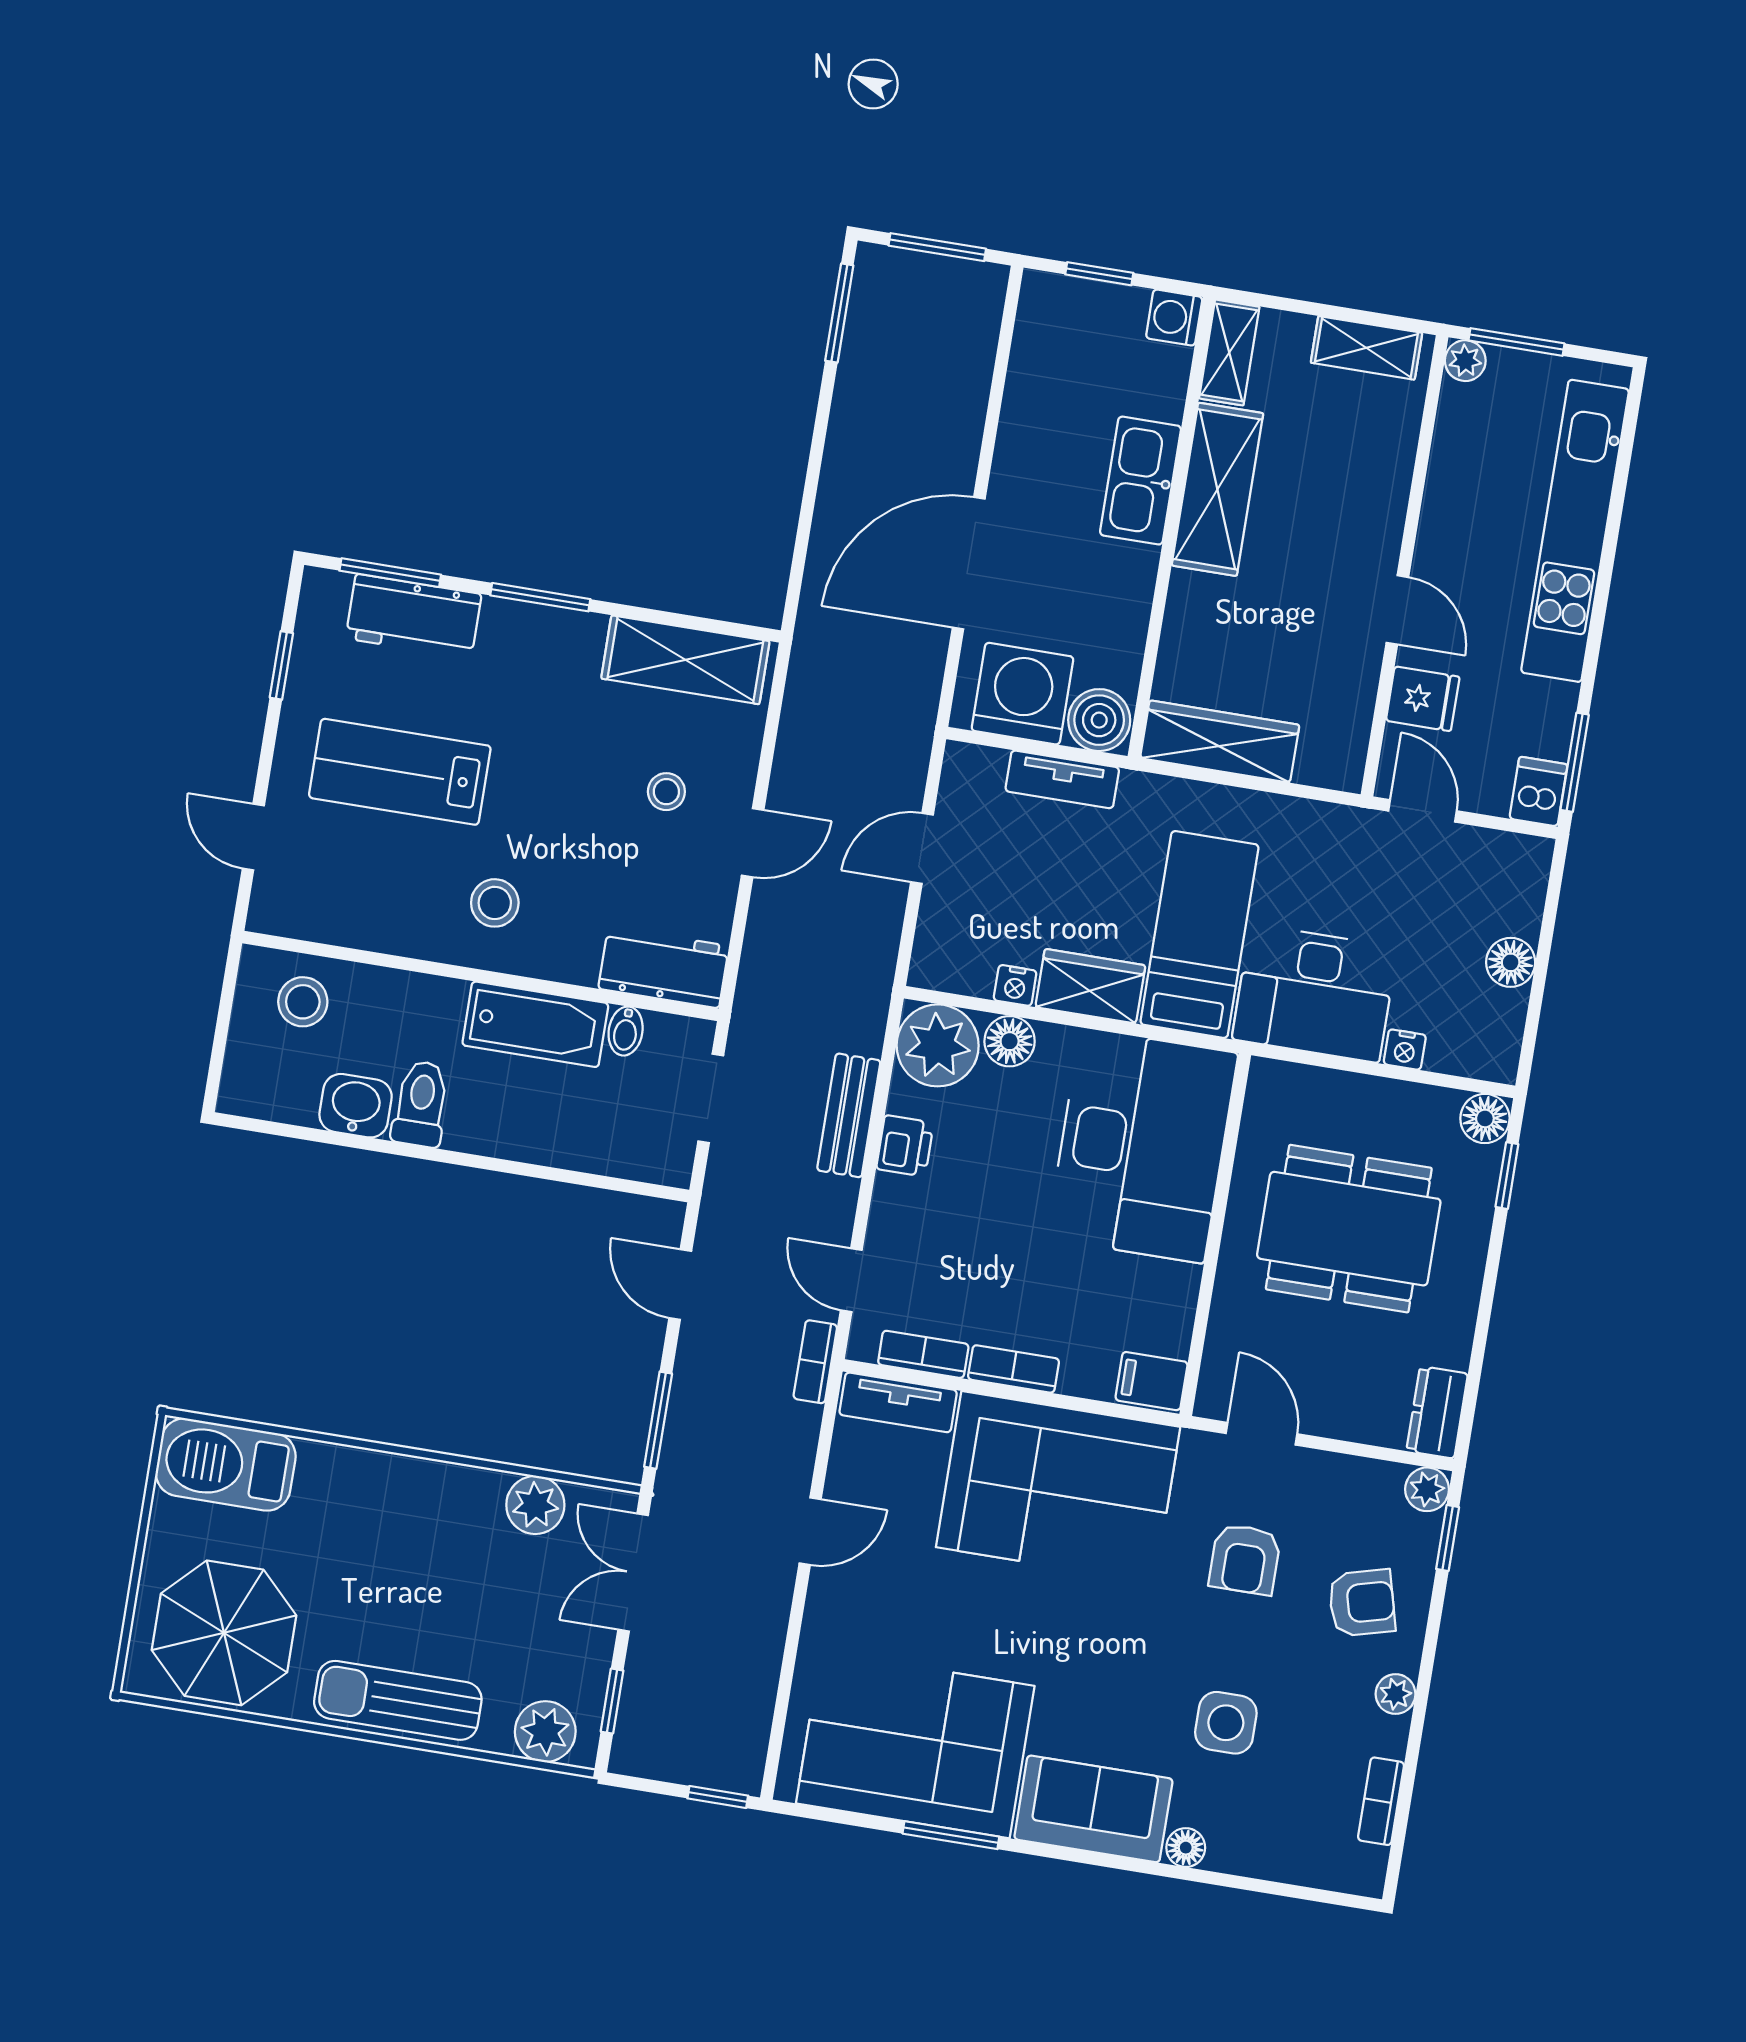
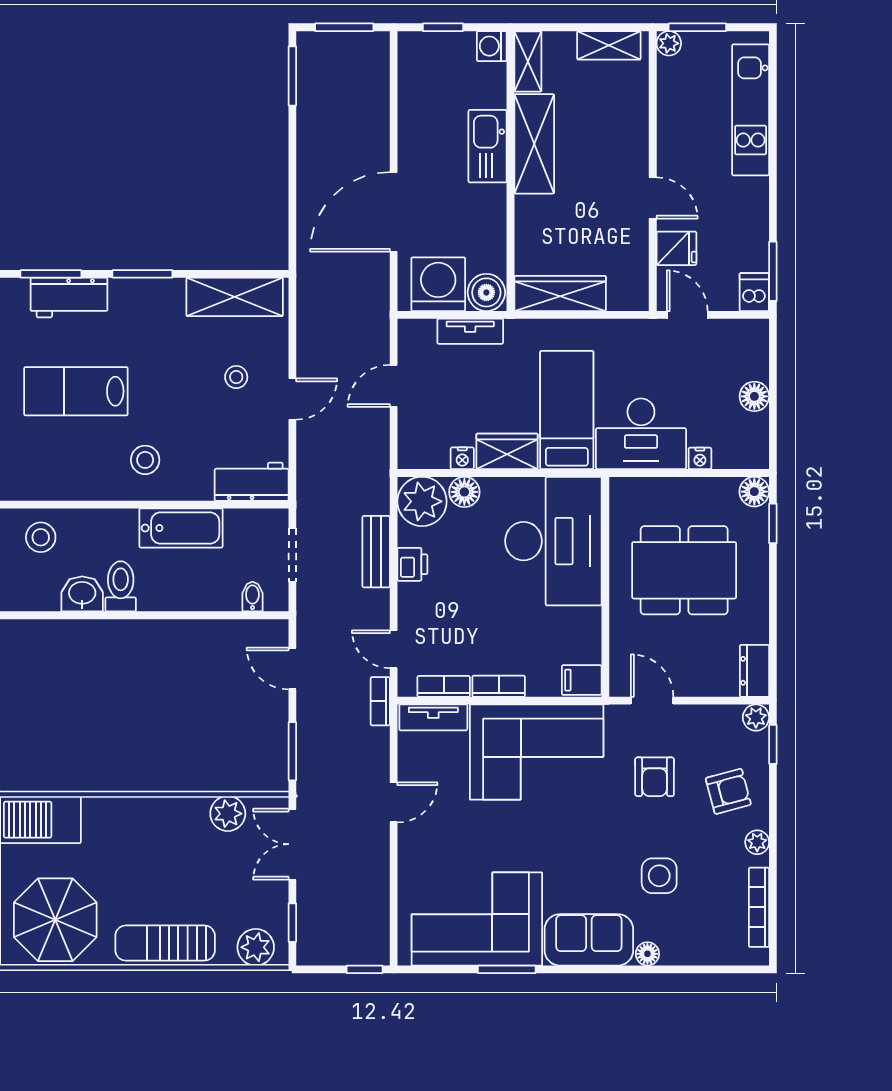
kitchen unit: (1575, 531) -> (751, 110), width x0.73
bidet: (626, 1031) -> (252, 597), moved, turned 180
bookcase: (1381, 1801) -> (759, 907), width x1.56

